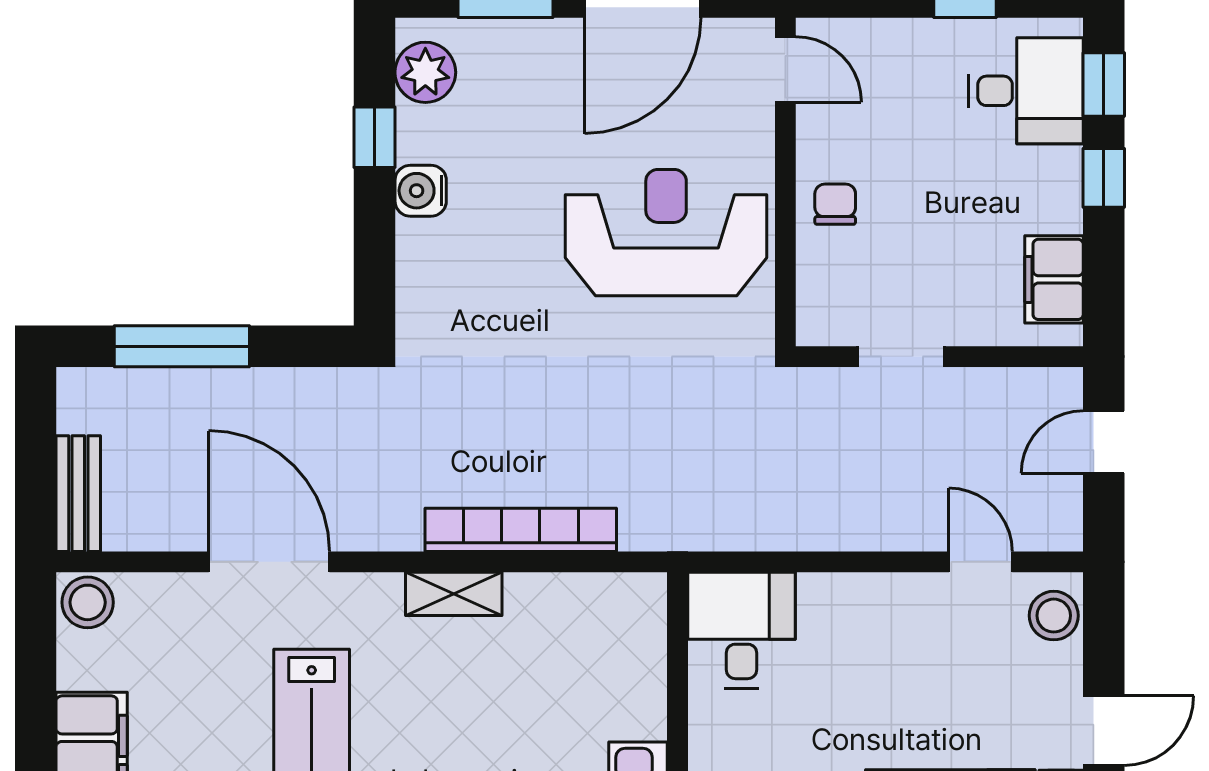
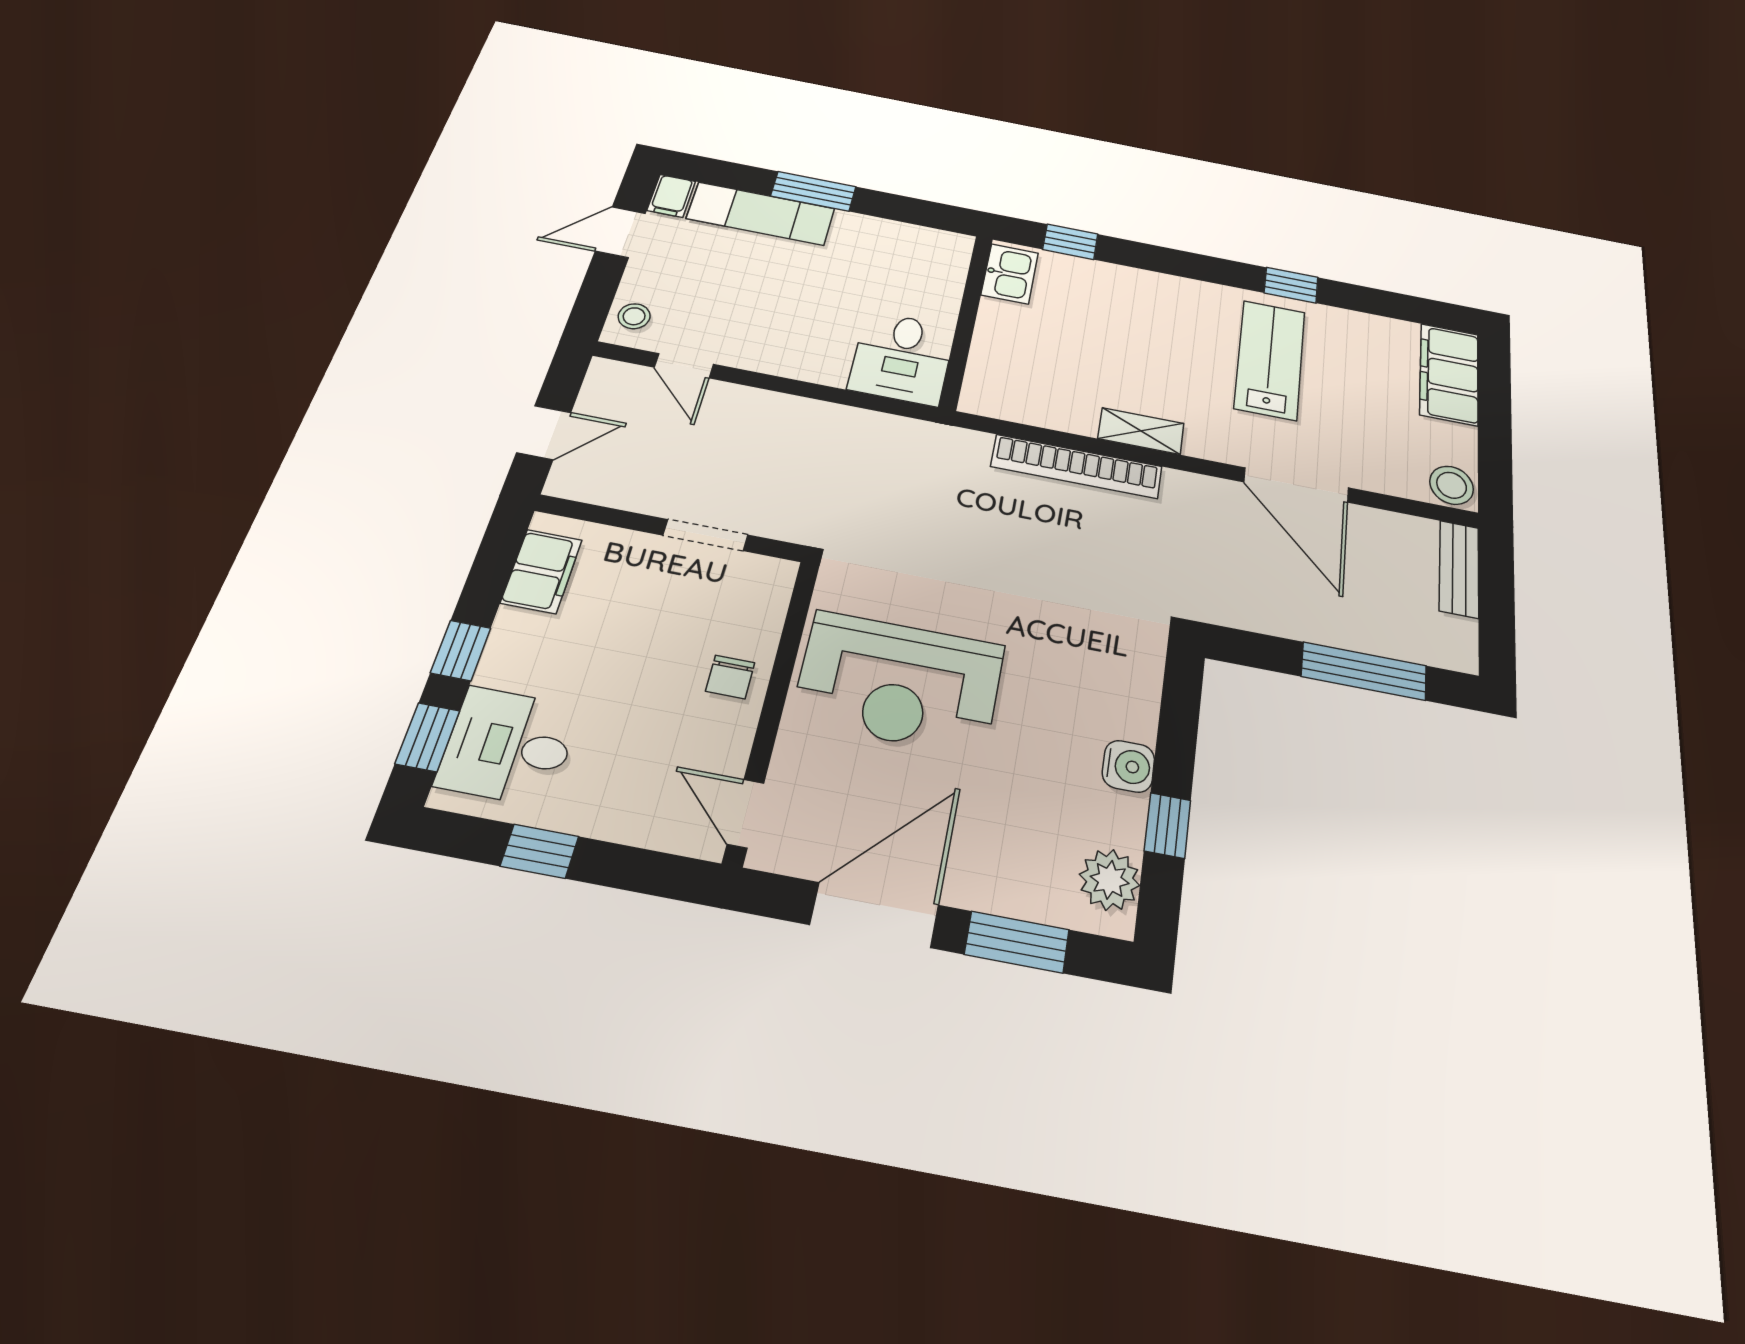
stool: (1054, 616) -> (634, 316), width x0.73, depth x0.73

